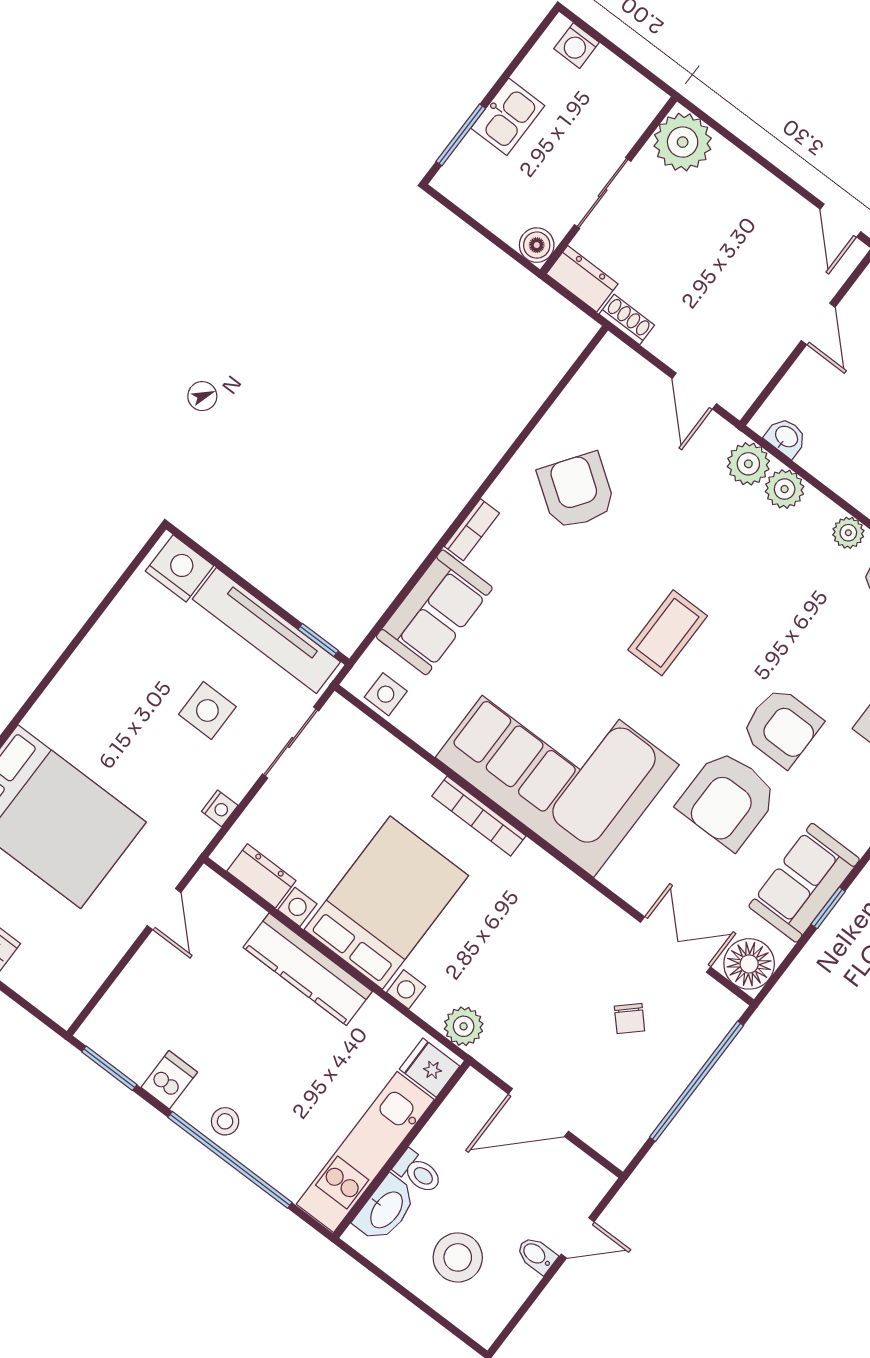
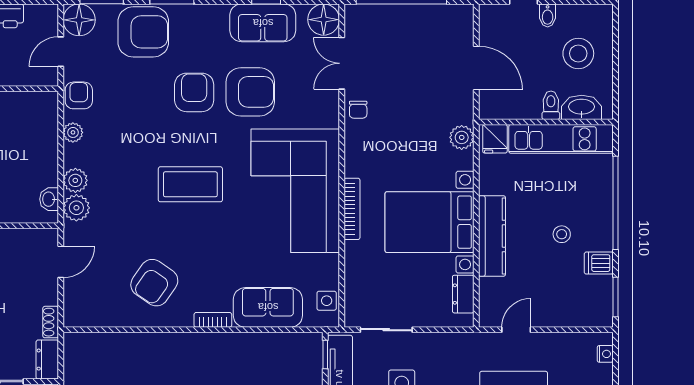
coffee table: (668, 633) -> (190, 184), width x1.36, depth x1.32
nightstand: (220, 808) -> (605, 354), moved, turned 90
chair: (629, 1019) -> (358, 110), moved, turned 133
stool: (225, 1121) -> (562, 234), moved

